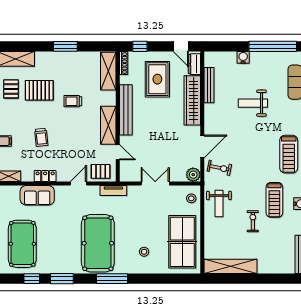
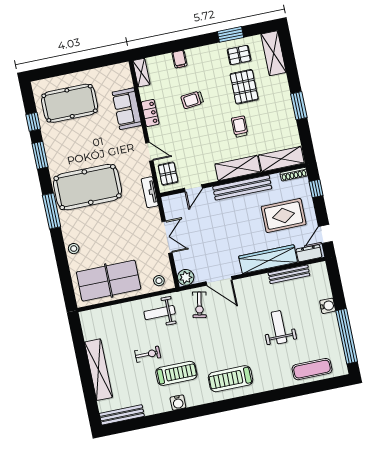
shelving: (108, 125) -> (238, 168), moved
treadmill: (274, 200) -> (176, 373), turned 180
stool: (144, 252) -> (74, 249), moved
shelving: (230, 266) -> (99, 370), moved

